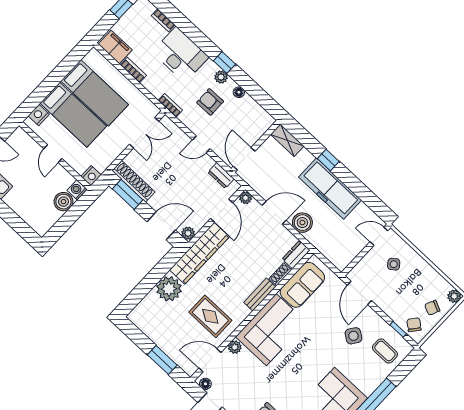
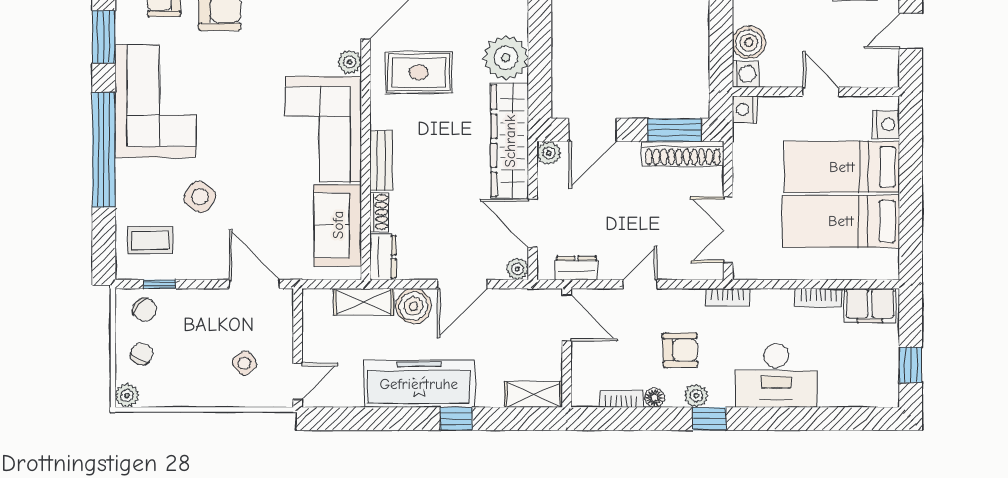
bookcase: (163, 20) -> (621, 399), moved
shelving: (321, 243) -> (364, 302), added
side table: (353, 336) -> (200, 197), moved

